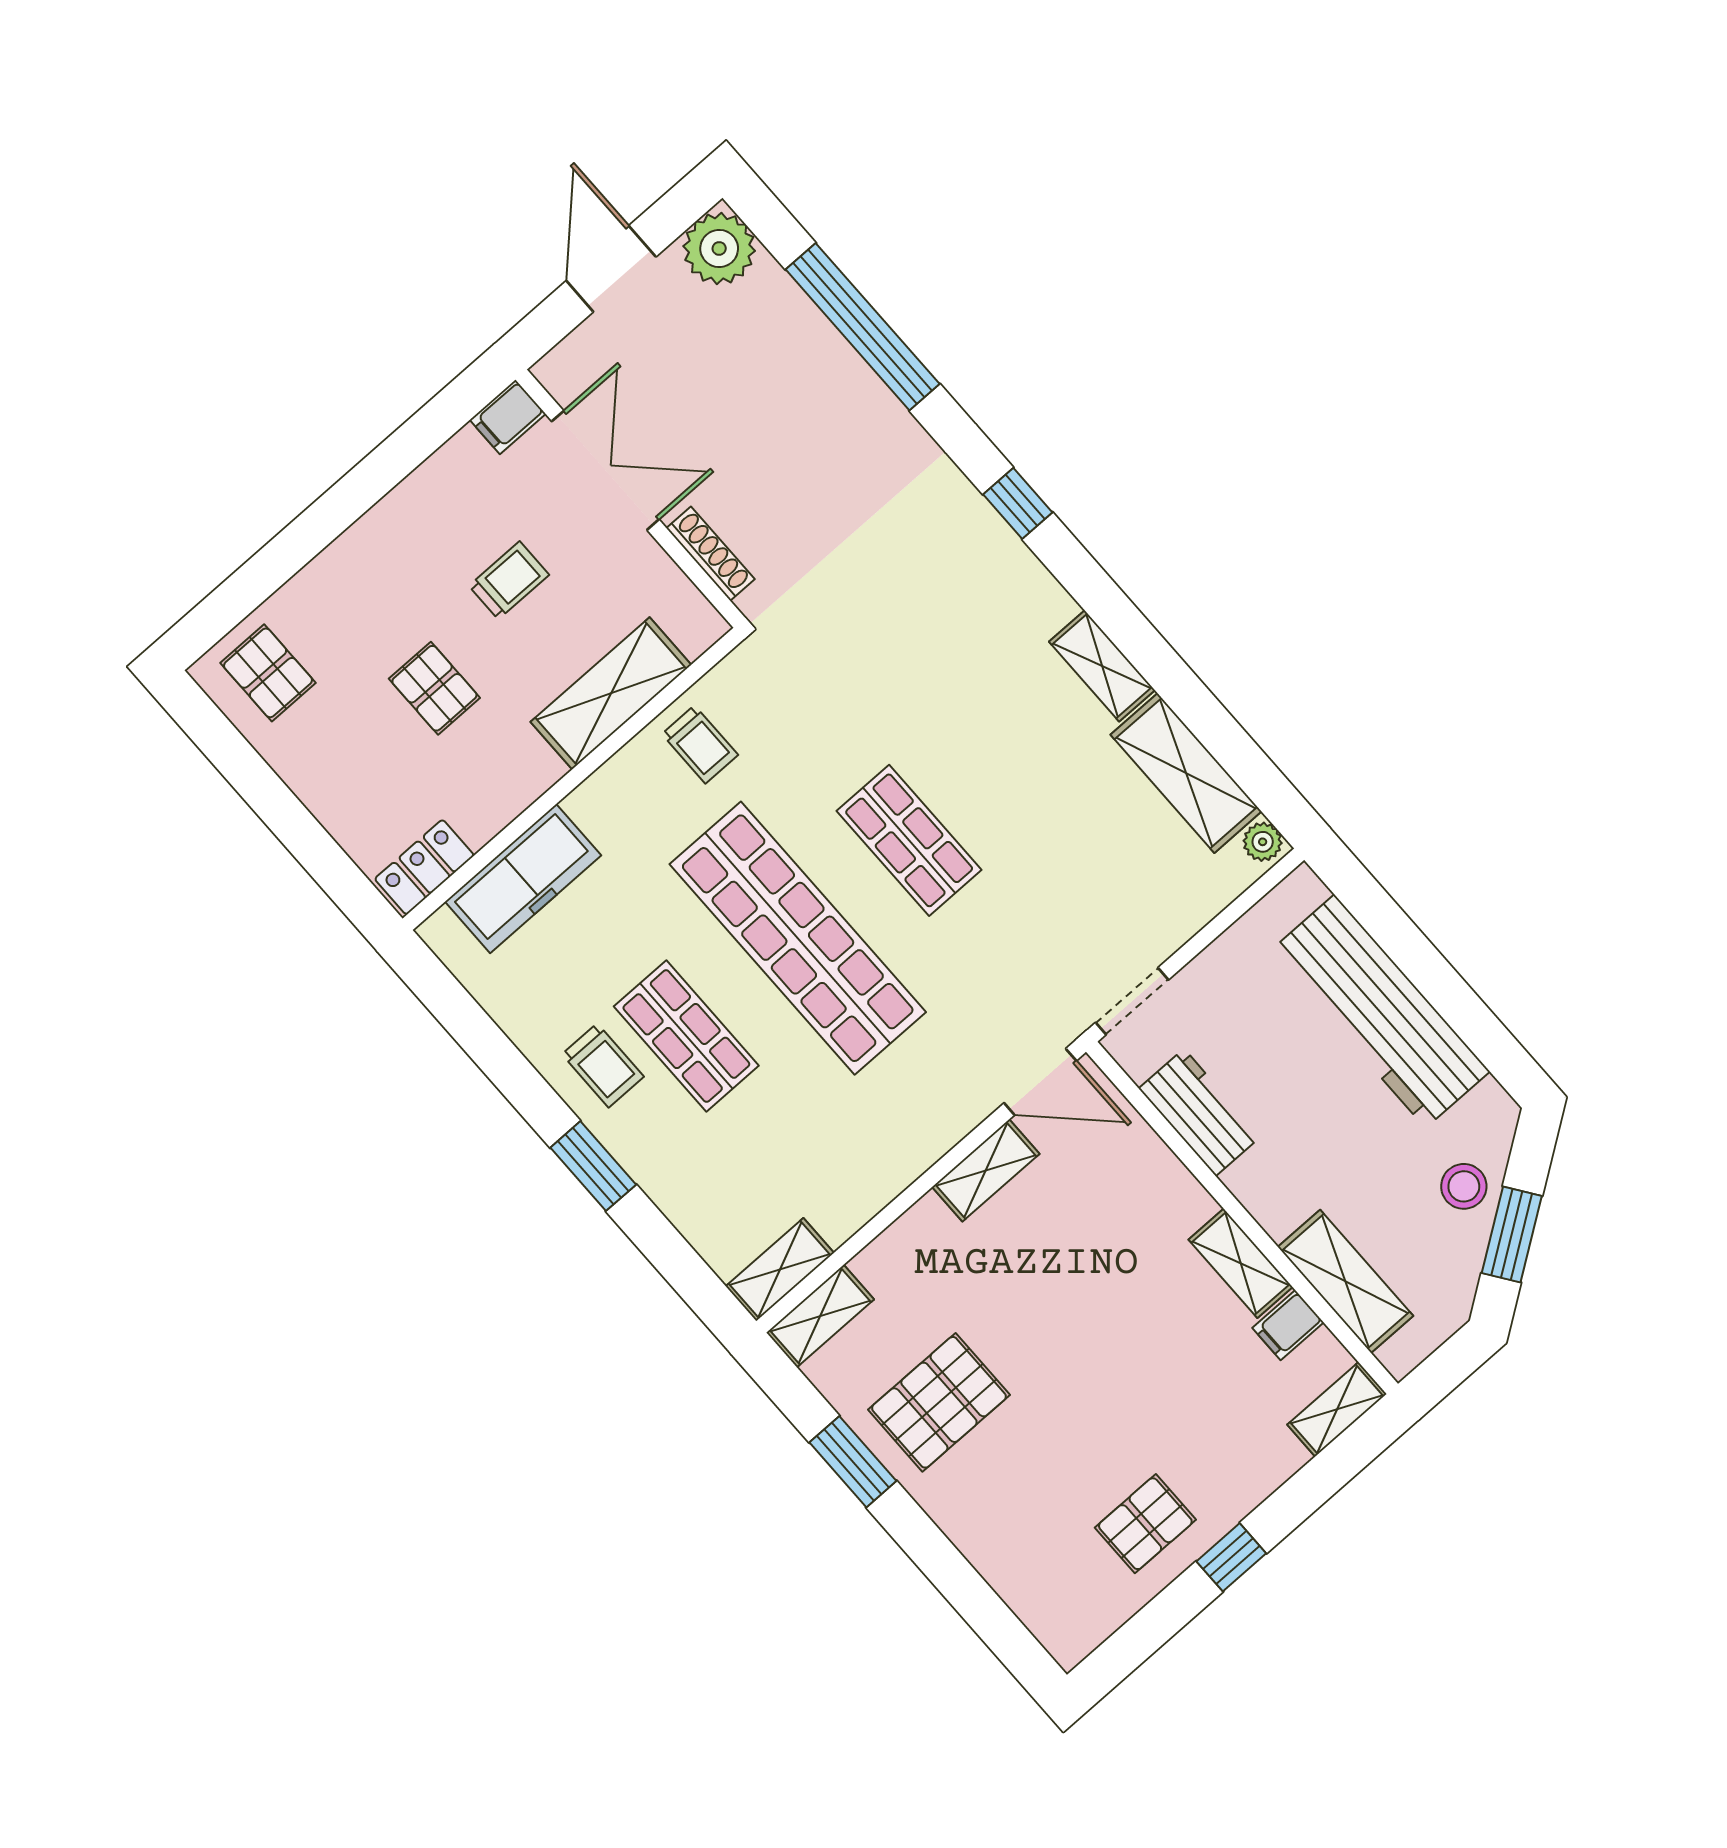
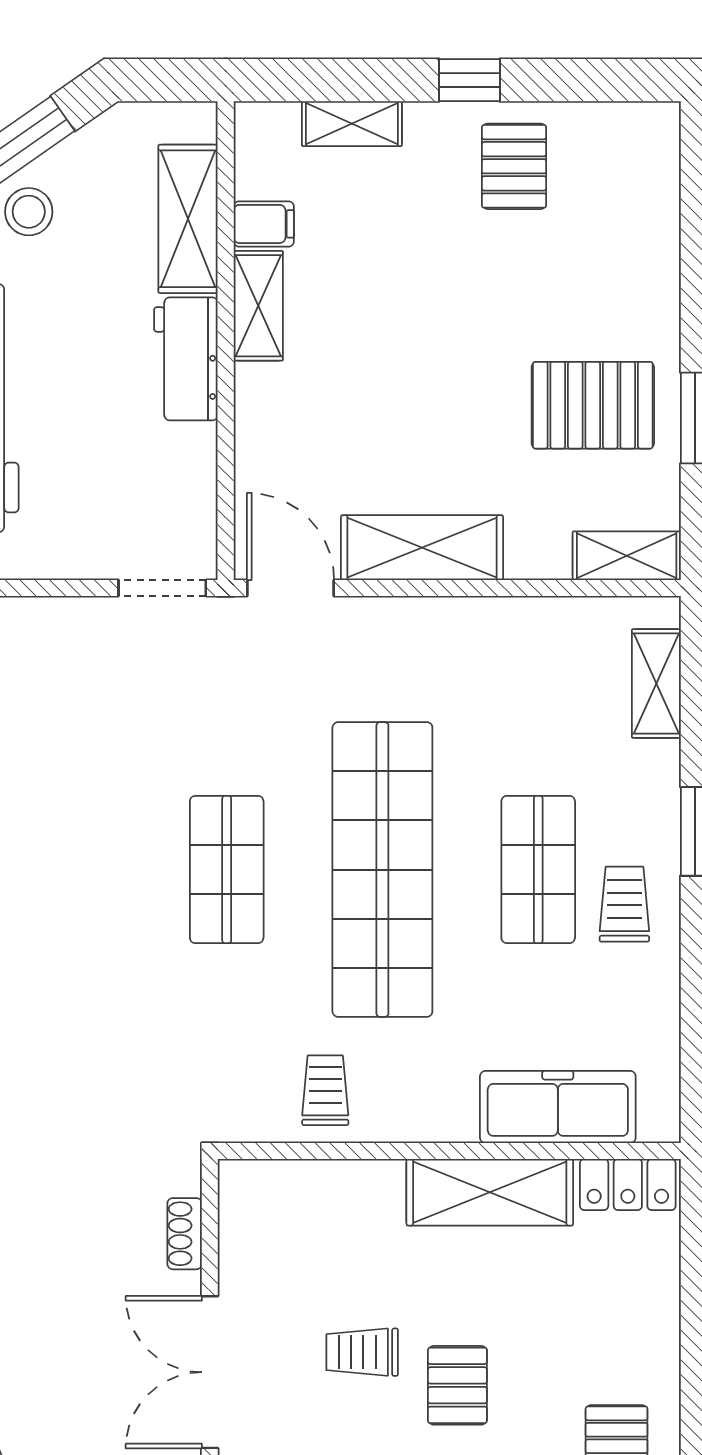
shoe rack: (710, 554) -> (185, 1234), width x0.70
pallet: (434, 688) -> (457, 1385), moved
shelving: (611, 693) -> (490, 1192), moved
workbench: (1200, 1112) -> (186, 359), moved
shelving: (986, 1170) -> (422, 548), width x1.50, depth x1.33
shelving: (780, 1270) -> (656, 684), moved, turned 90
shelving: (1337, 1409) -> (352, 124), moved
pallet: (1145, 1524) -> (514, 166), turned 90

